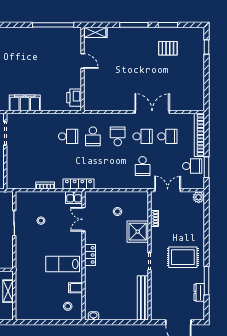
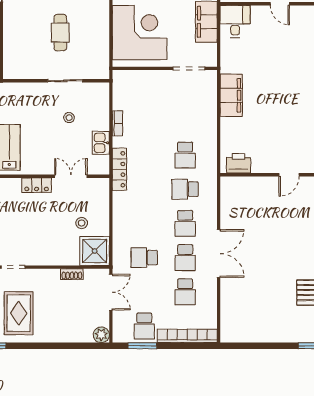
double door: (152, 112) -> (219, 253), moved
school desk: (118, 136) -> (185, 223), turned 90
kitchen sink: (74, 198) -> (101, 143), moved
shower: (138, 232) -> (95, 251), moved
locker: (90, 255) -> (37, 185), moved

